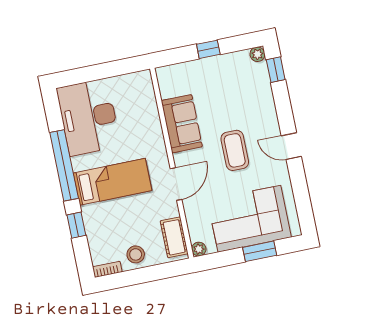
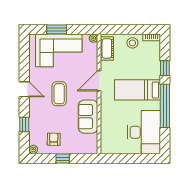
window: (276, 70) -> (24, 125), moved
armchair: (229, 77) -> (54, 139), added

